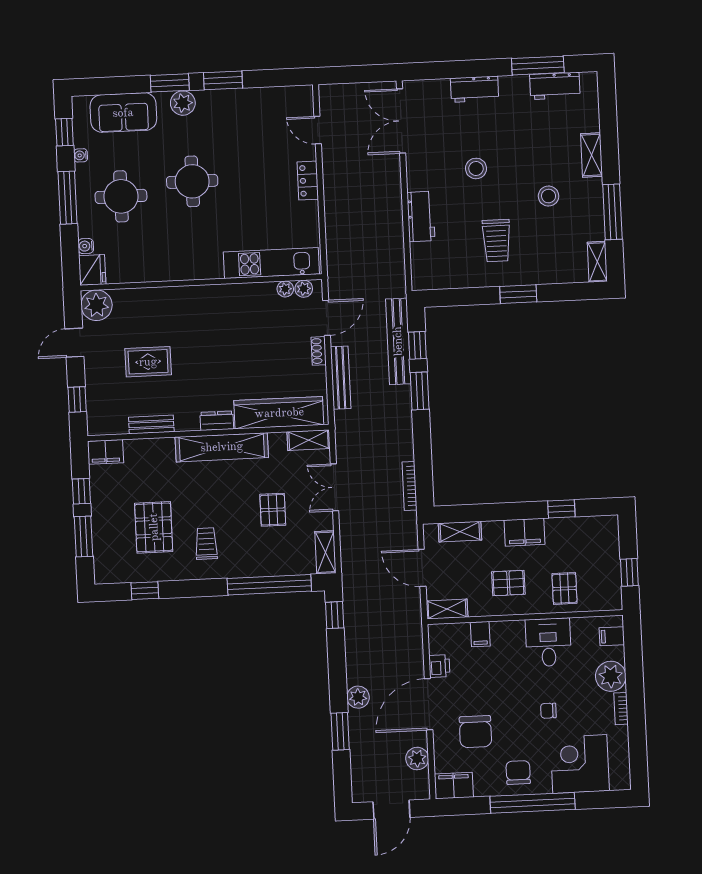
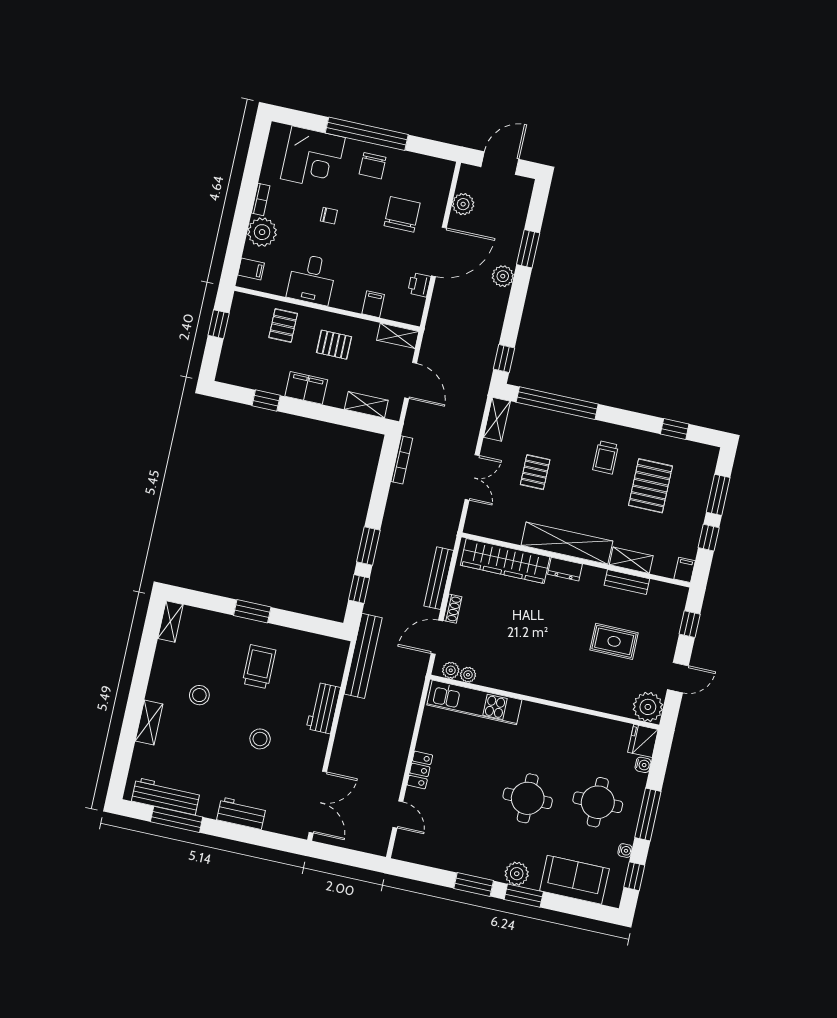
workbench: (555, 86) -> (166, 796), width x1.38
window: (612, 212) -> (144, 664), removed
bench: (398, 341) -> (363, 656), moved
shelving: (309, 440) -> (631, 560), moved
filing cabinet: (106, 452) -> (685, 570), width x0.50
filing cabinet: (454, 786) -> (436, 170), removed

